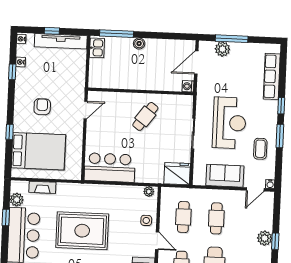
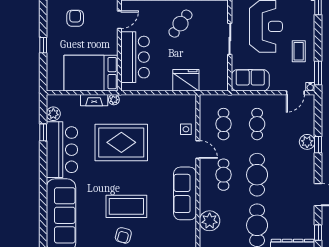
window: (280, 136) -> (318, 73), moved
bed: (38, 151) -> (91, 73), moved, turned 180
bar counter: (110, 168) -> (135, 57), moved, turned 90
fridge: (177, 174) -> (186, 80), moved
sofa: (225, 176) -> (250, 80), moved
fireplace: (42, 187) -> (94, 100), moved
plant: (149, 191) -> (114, 100), moved

